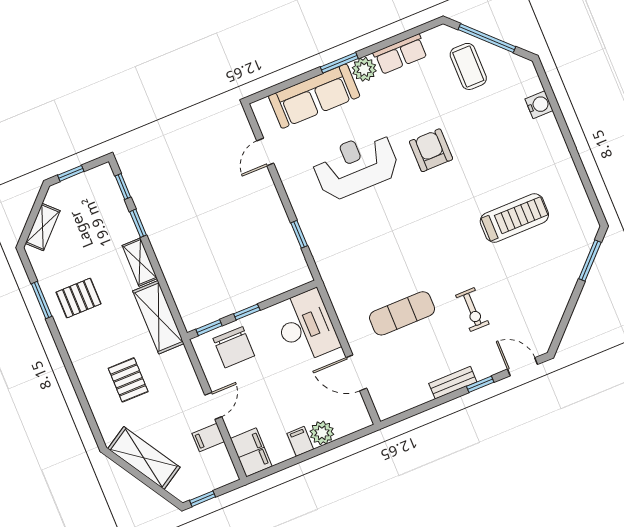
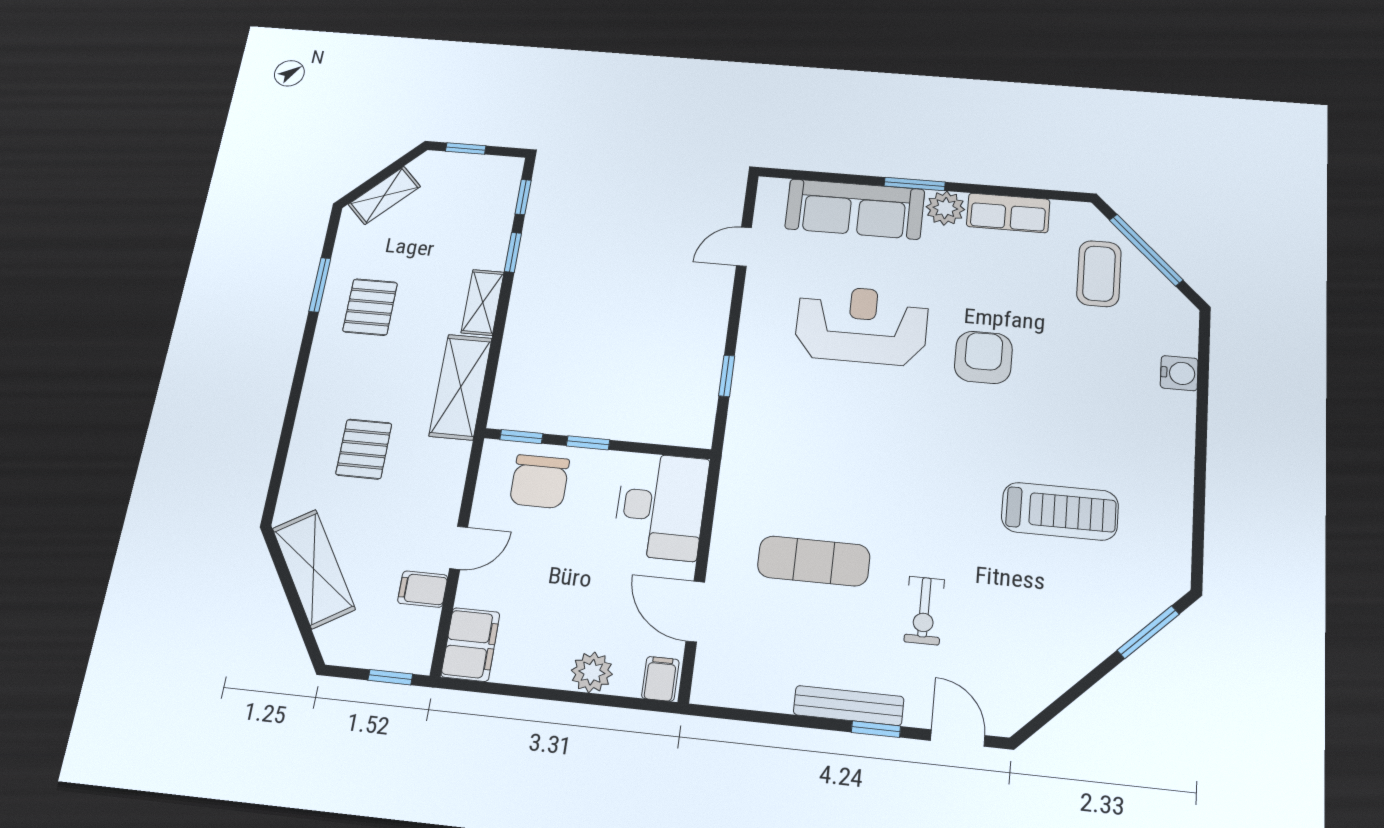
pallet: (79, 298) -> (370, 307), turned 90
bench: (453, 383) -> (849, 706), width x1.36
filing cabinet: (300, 441) -> (660, 679), moved
window: (203, 499) -> (390, 677), moved

